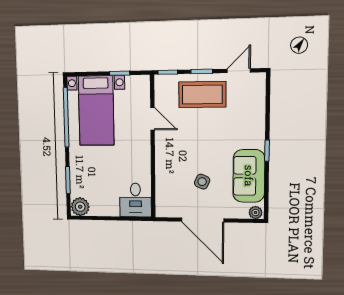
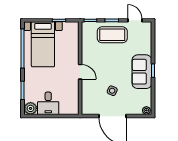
door: (239, 71) -> (135, 20), hinge flipped
door: (152, 119) -> (80, 72), moved
sofa: (249, 176) -> (142, 72), moved
desk: (136, 200) -> (48, 103), moved

